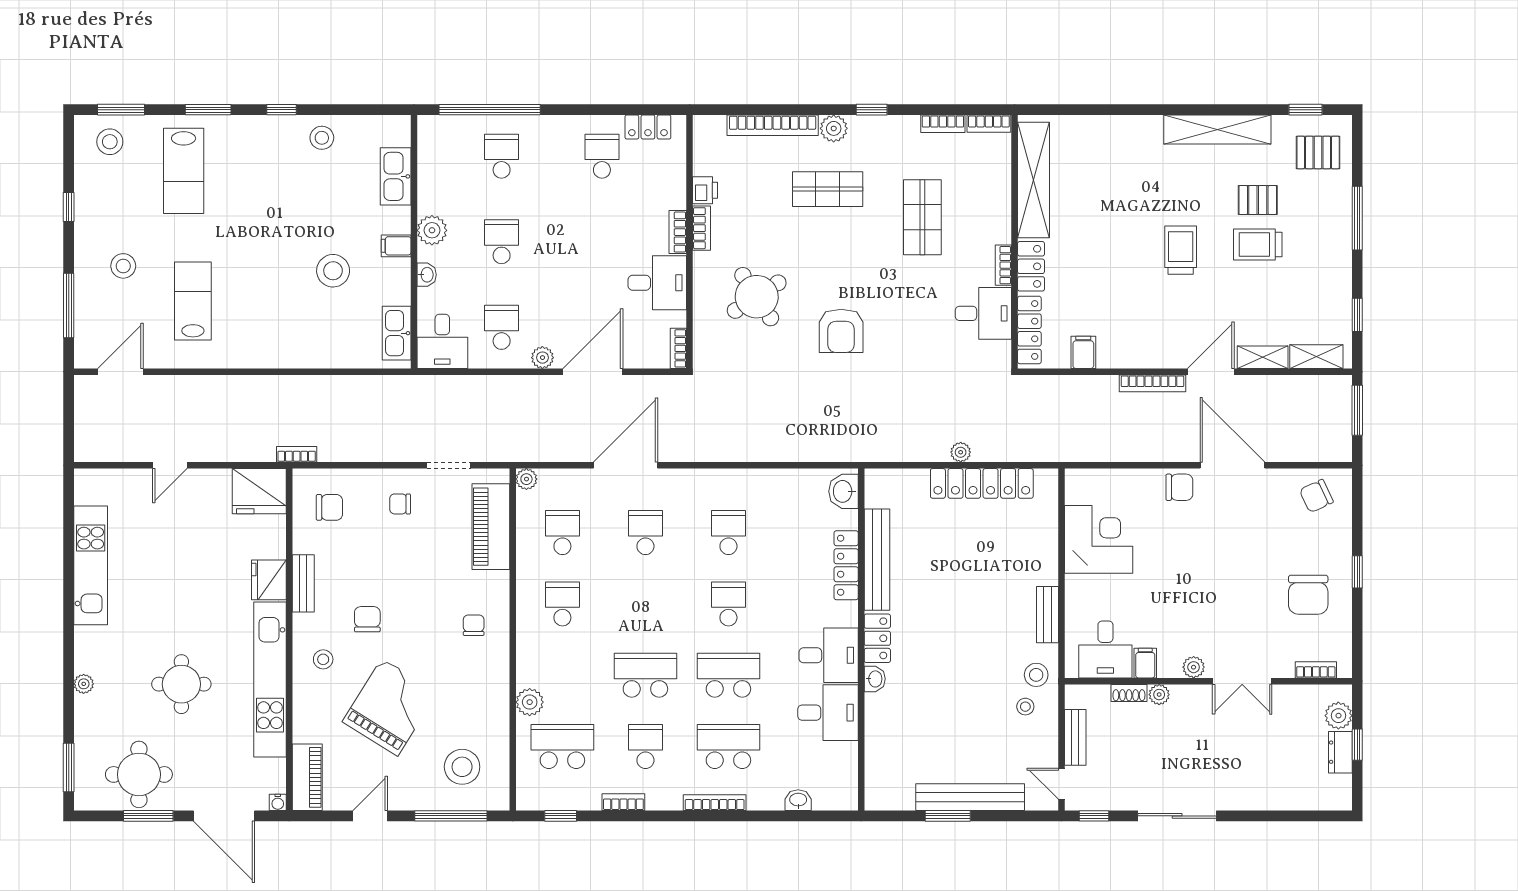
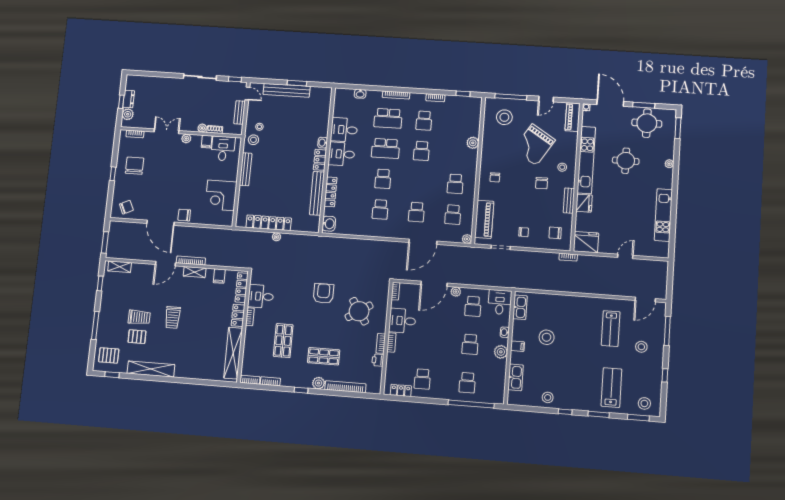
shelving: (1263, 357) -> (195, 272), moved
bench: (1047, 615) -> (246, 169), width x1.36
school desk: (645, 675) -> (421, 151), width x0.54
school desk: (562, 747) -> (460, 123), removed

